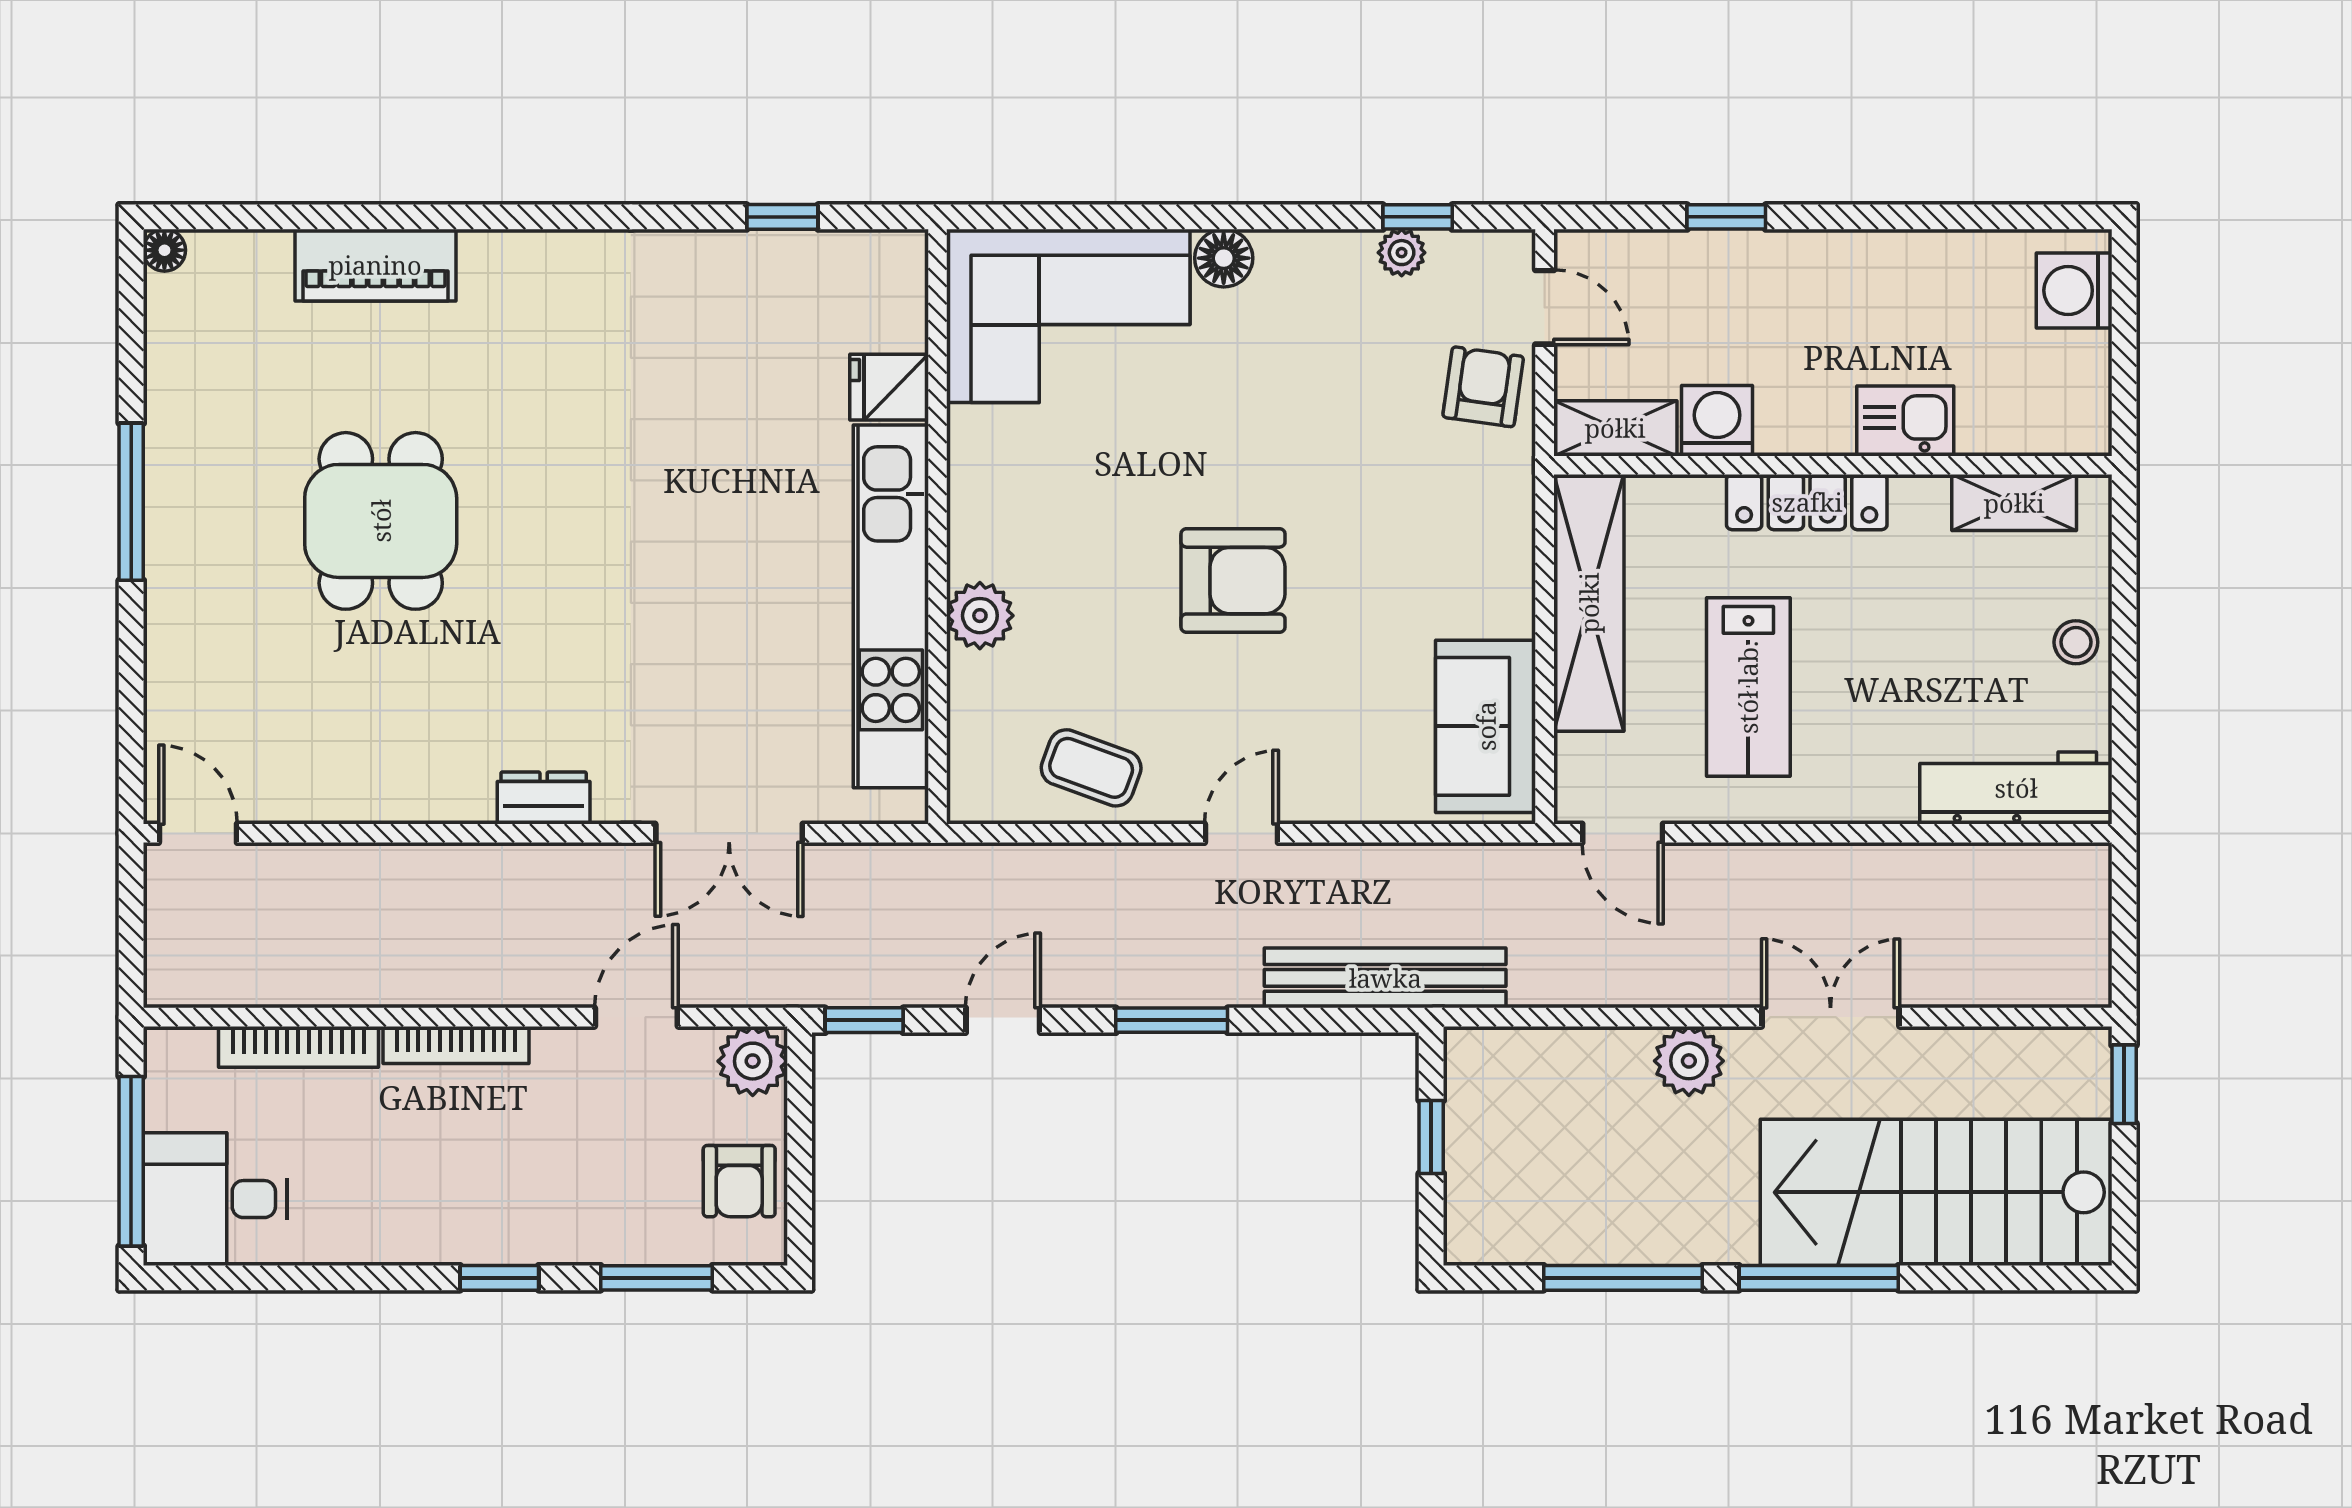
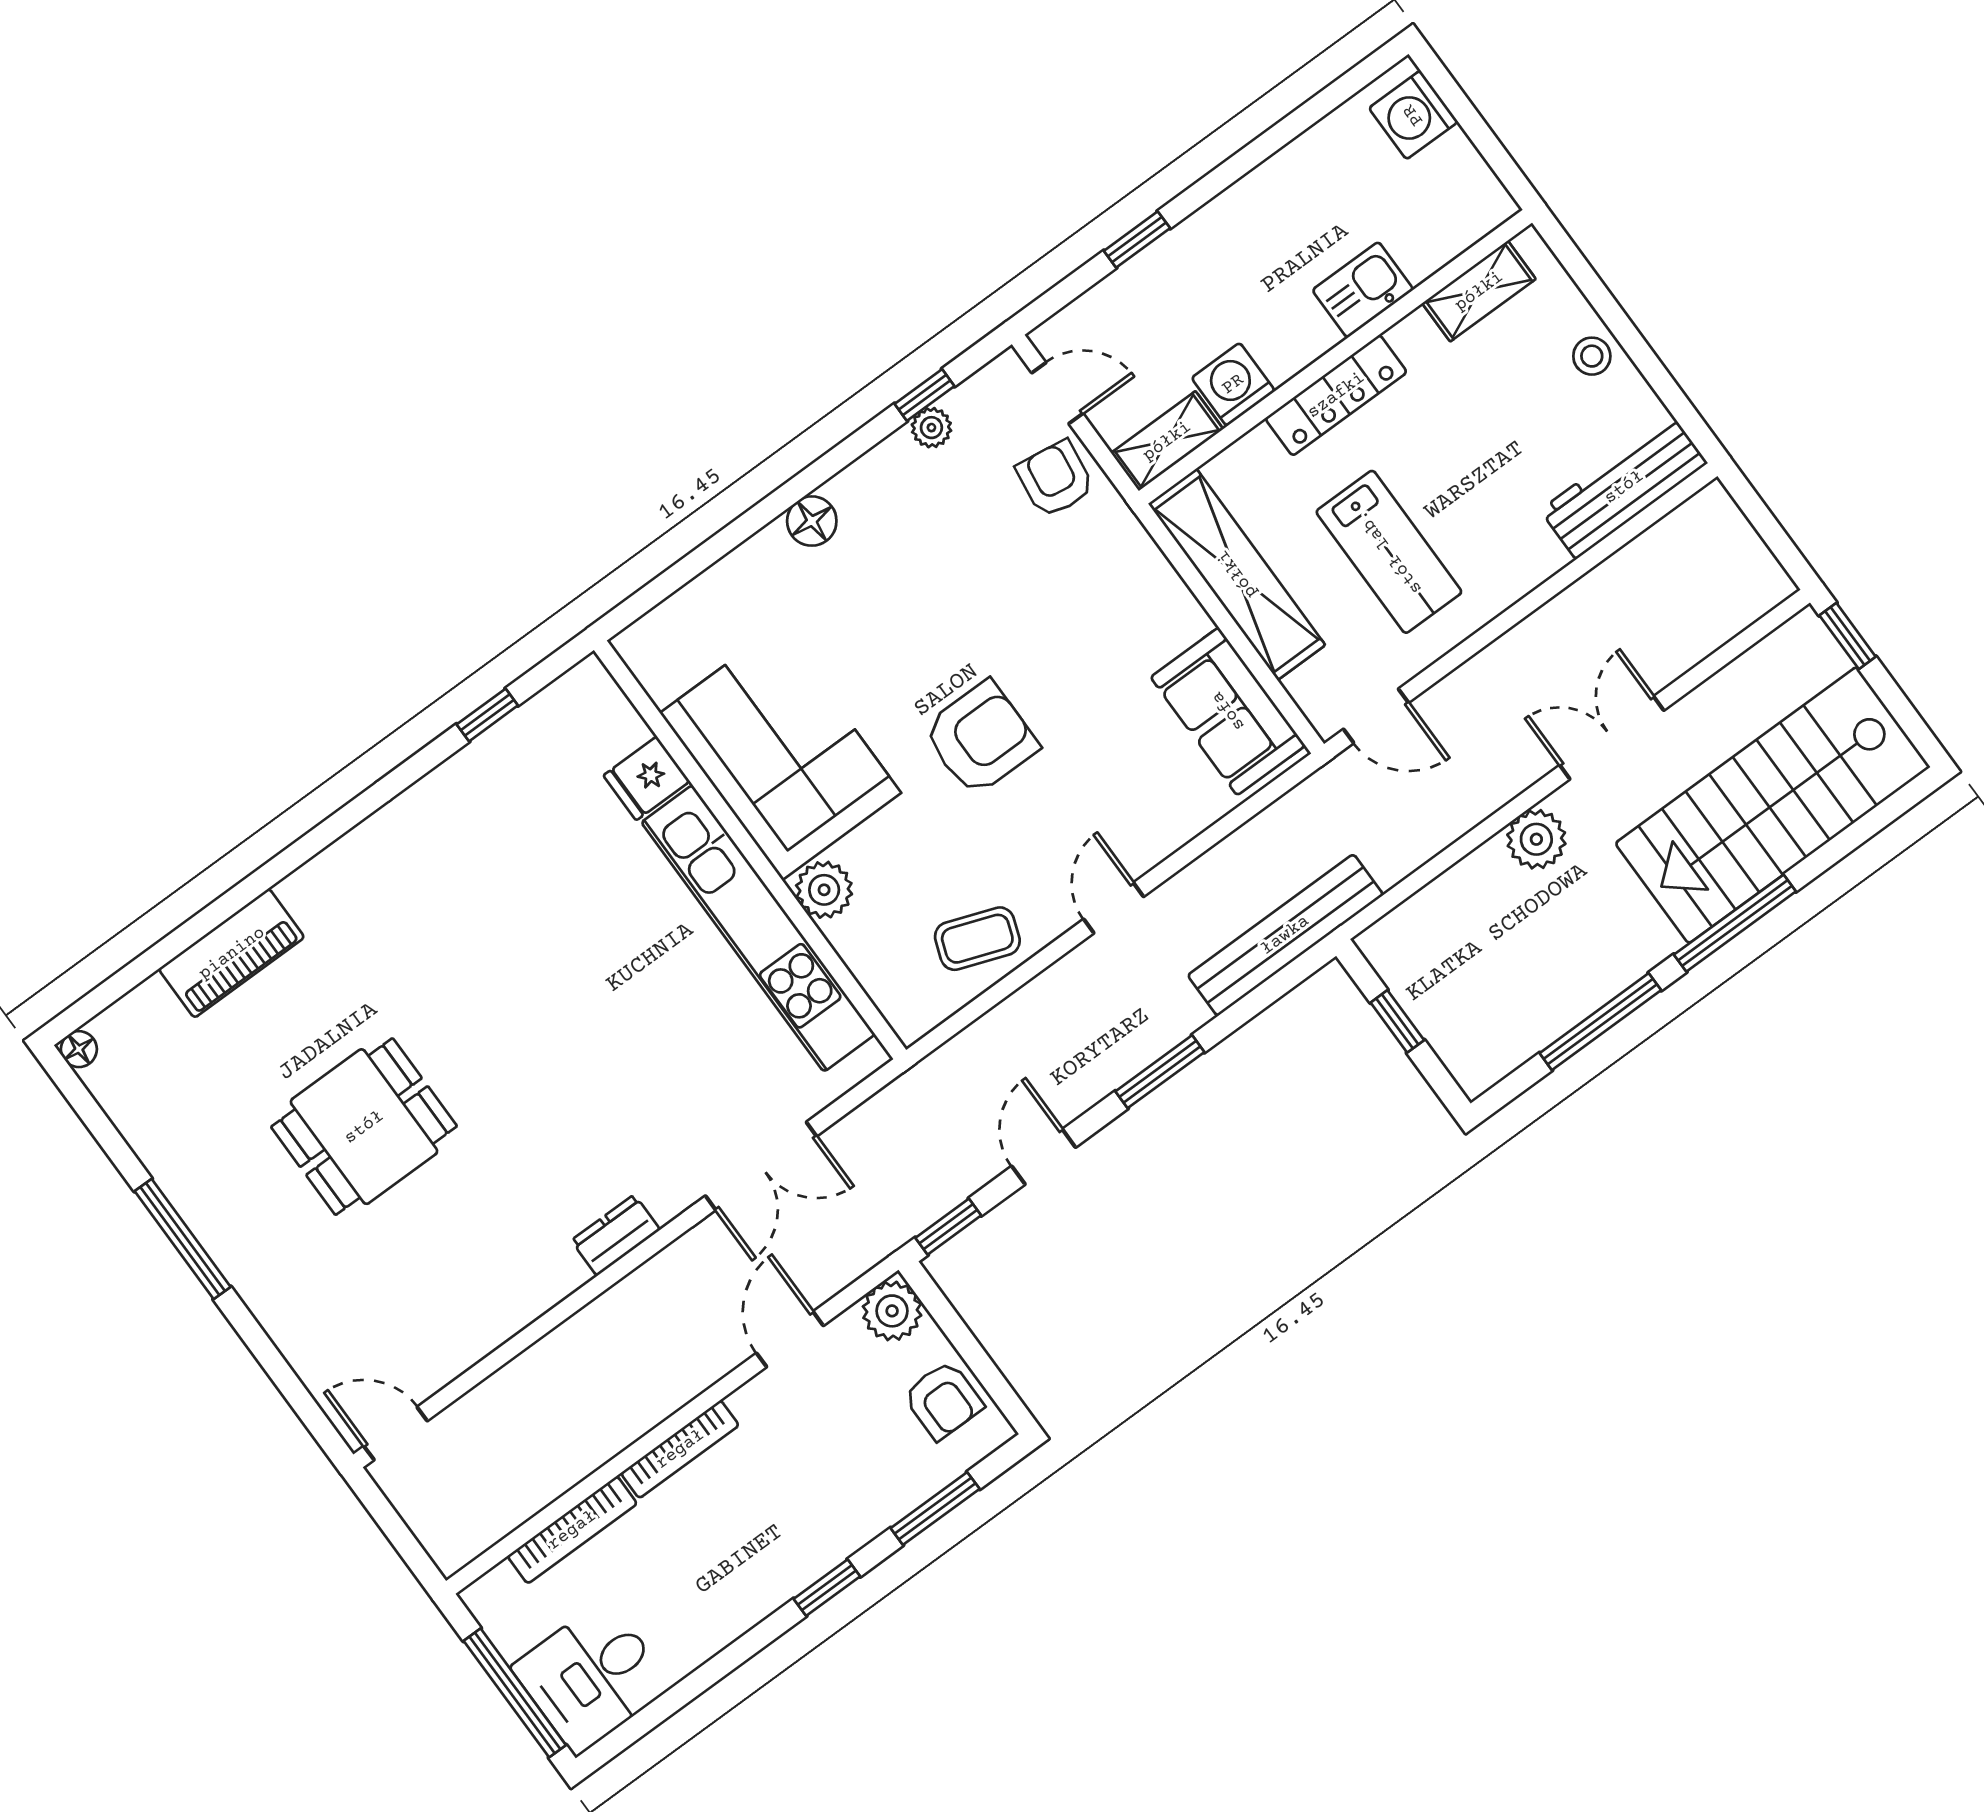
corner sofa: (1068, 316) -> (781, 753), moved, turned -90
dining table: (381, 521) -> (364, 1127), turned 90

